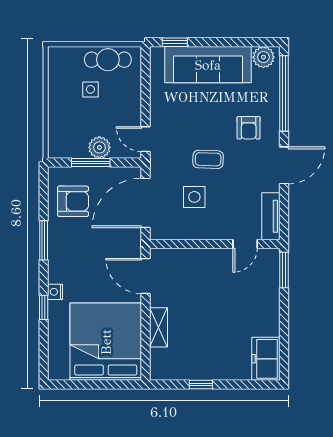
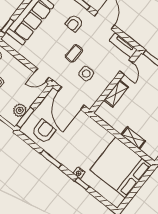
armchair: (249, 128) -> (74, 23), turned 90
plant: (99, 147) -> (20, 110), moved
window: (91, 162) -> (25, 118), moved
shelving: (199, 258) -> (116, 94), added
door: (145, 276) -> (105, 125), removed

